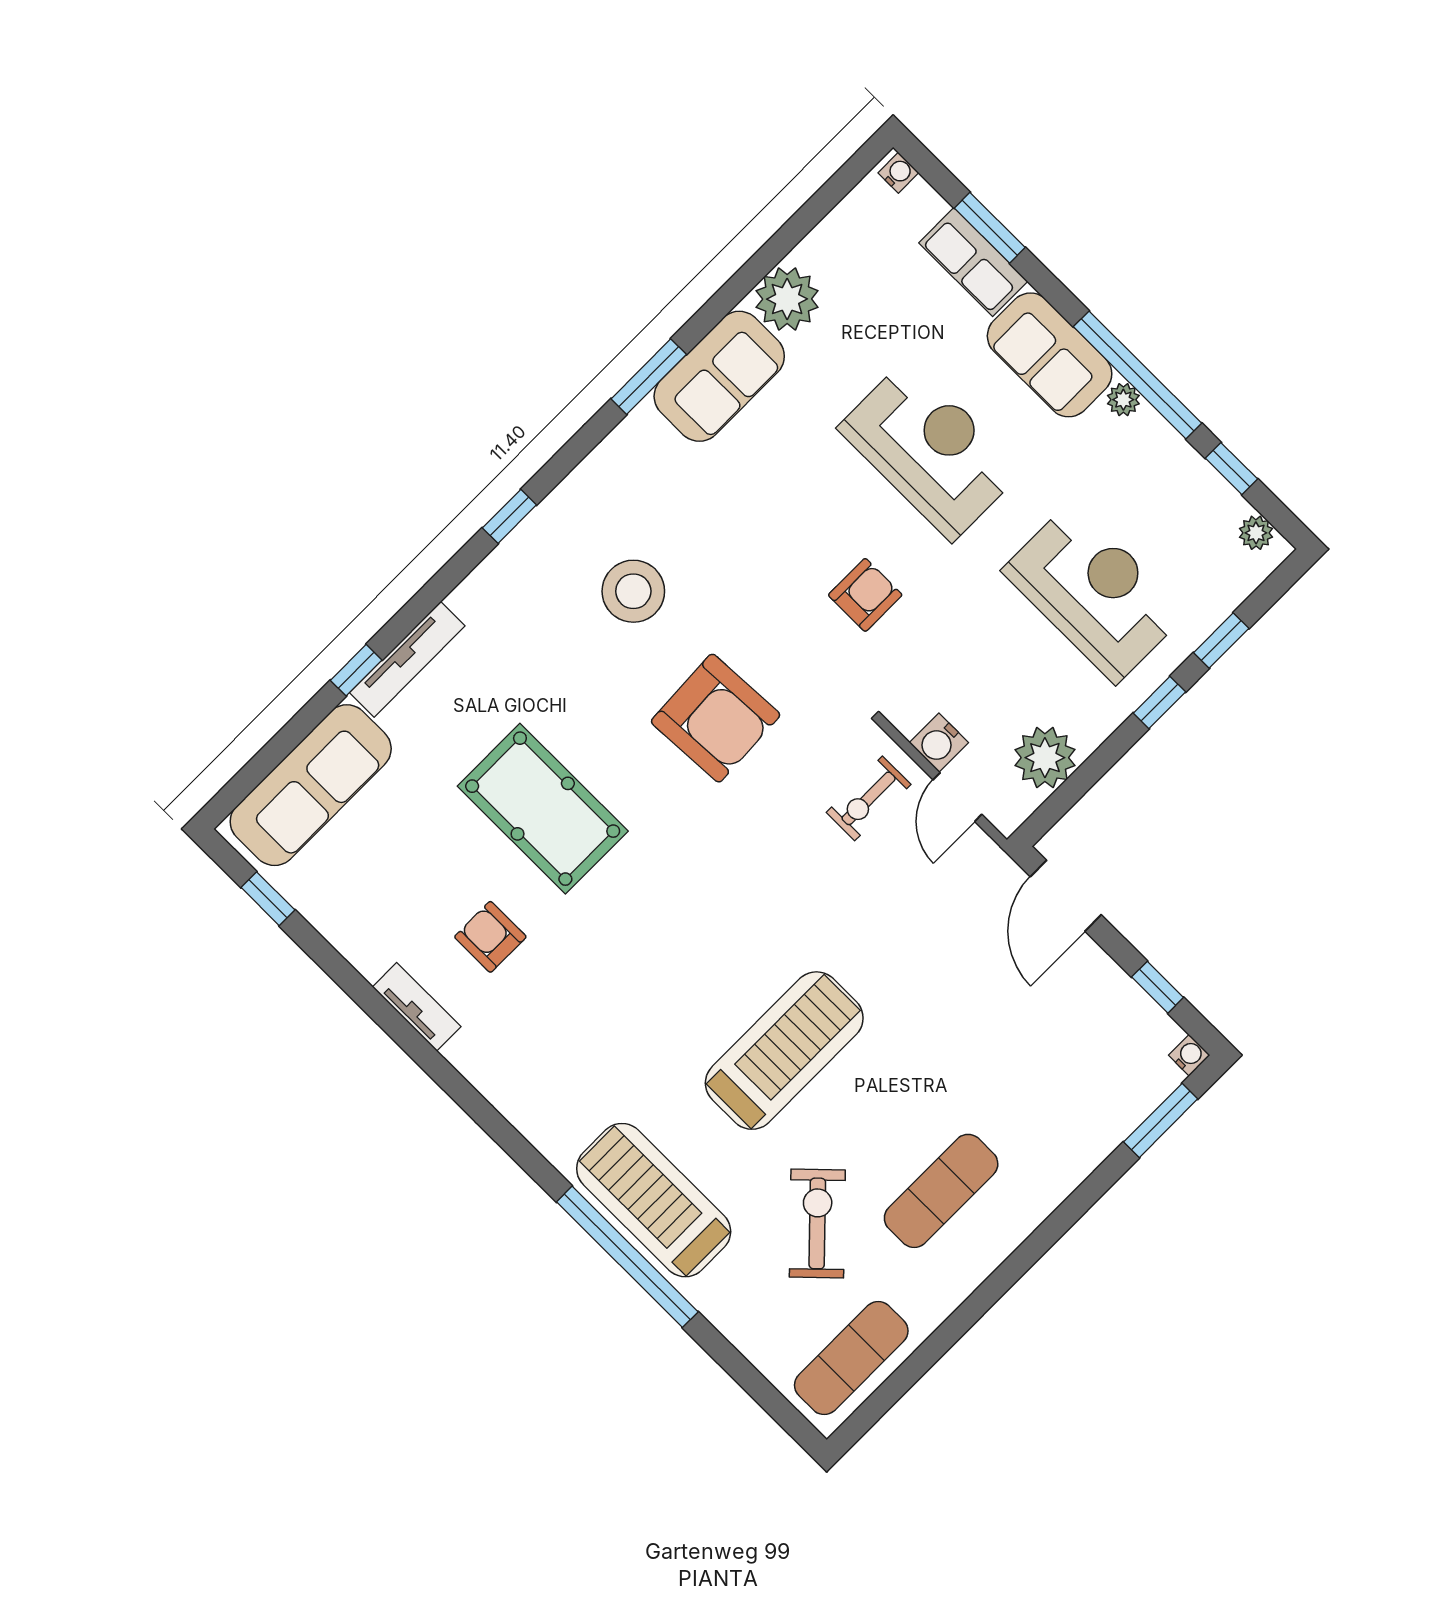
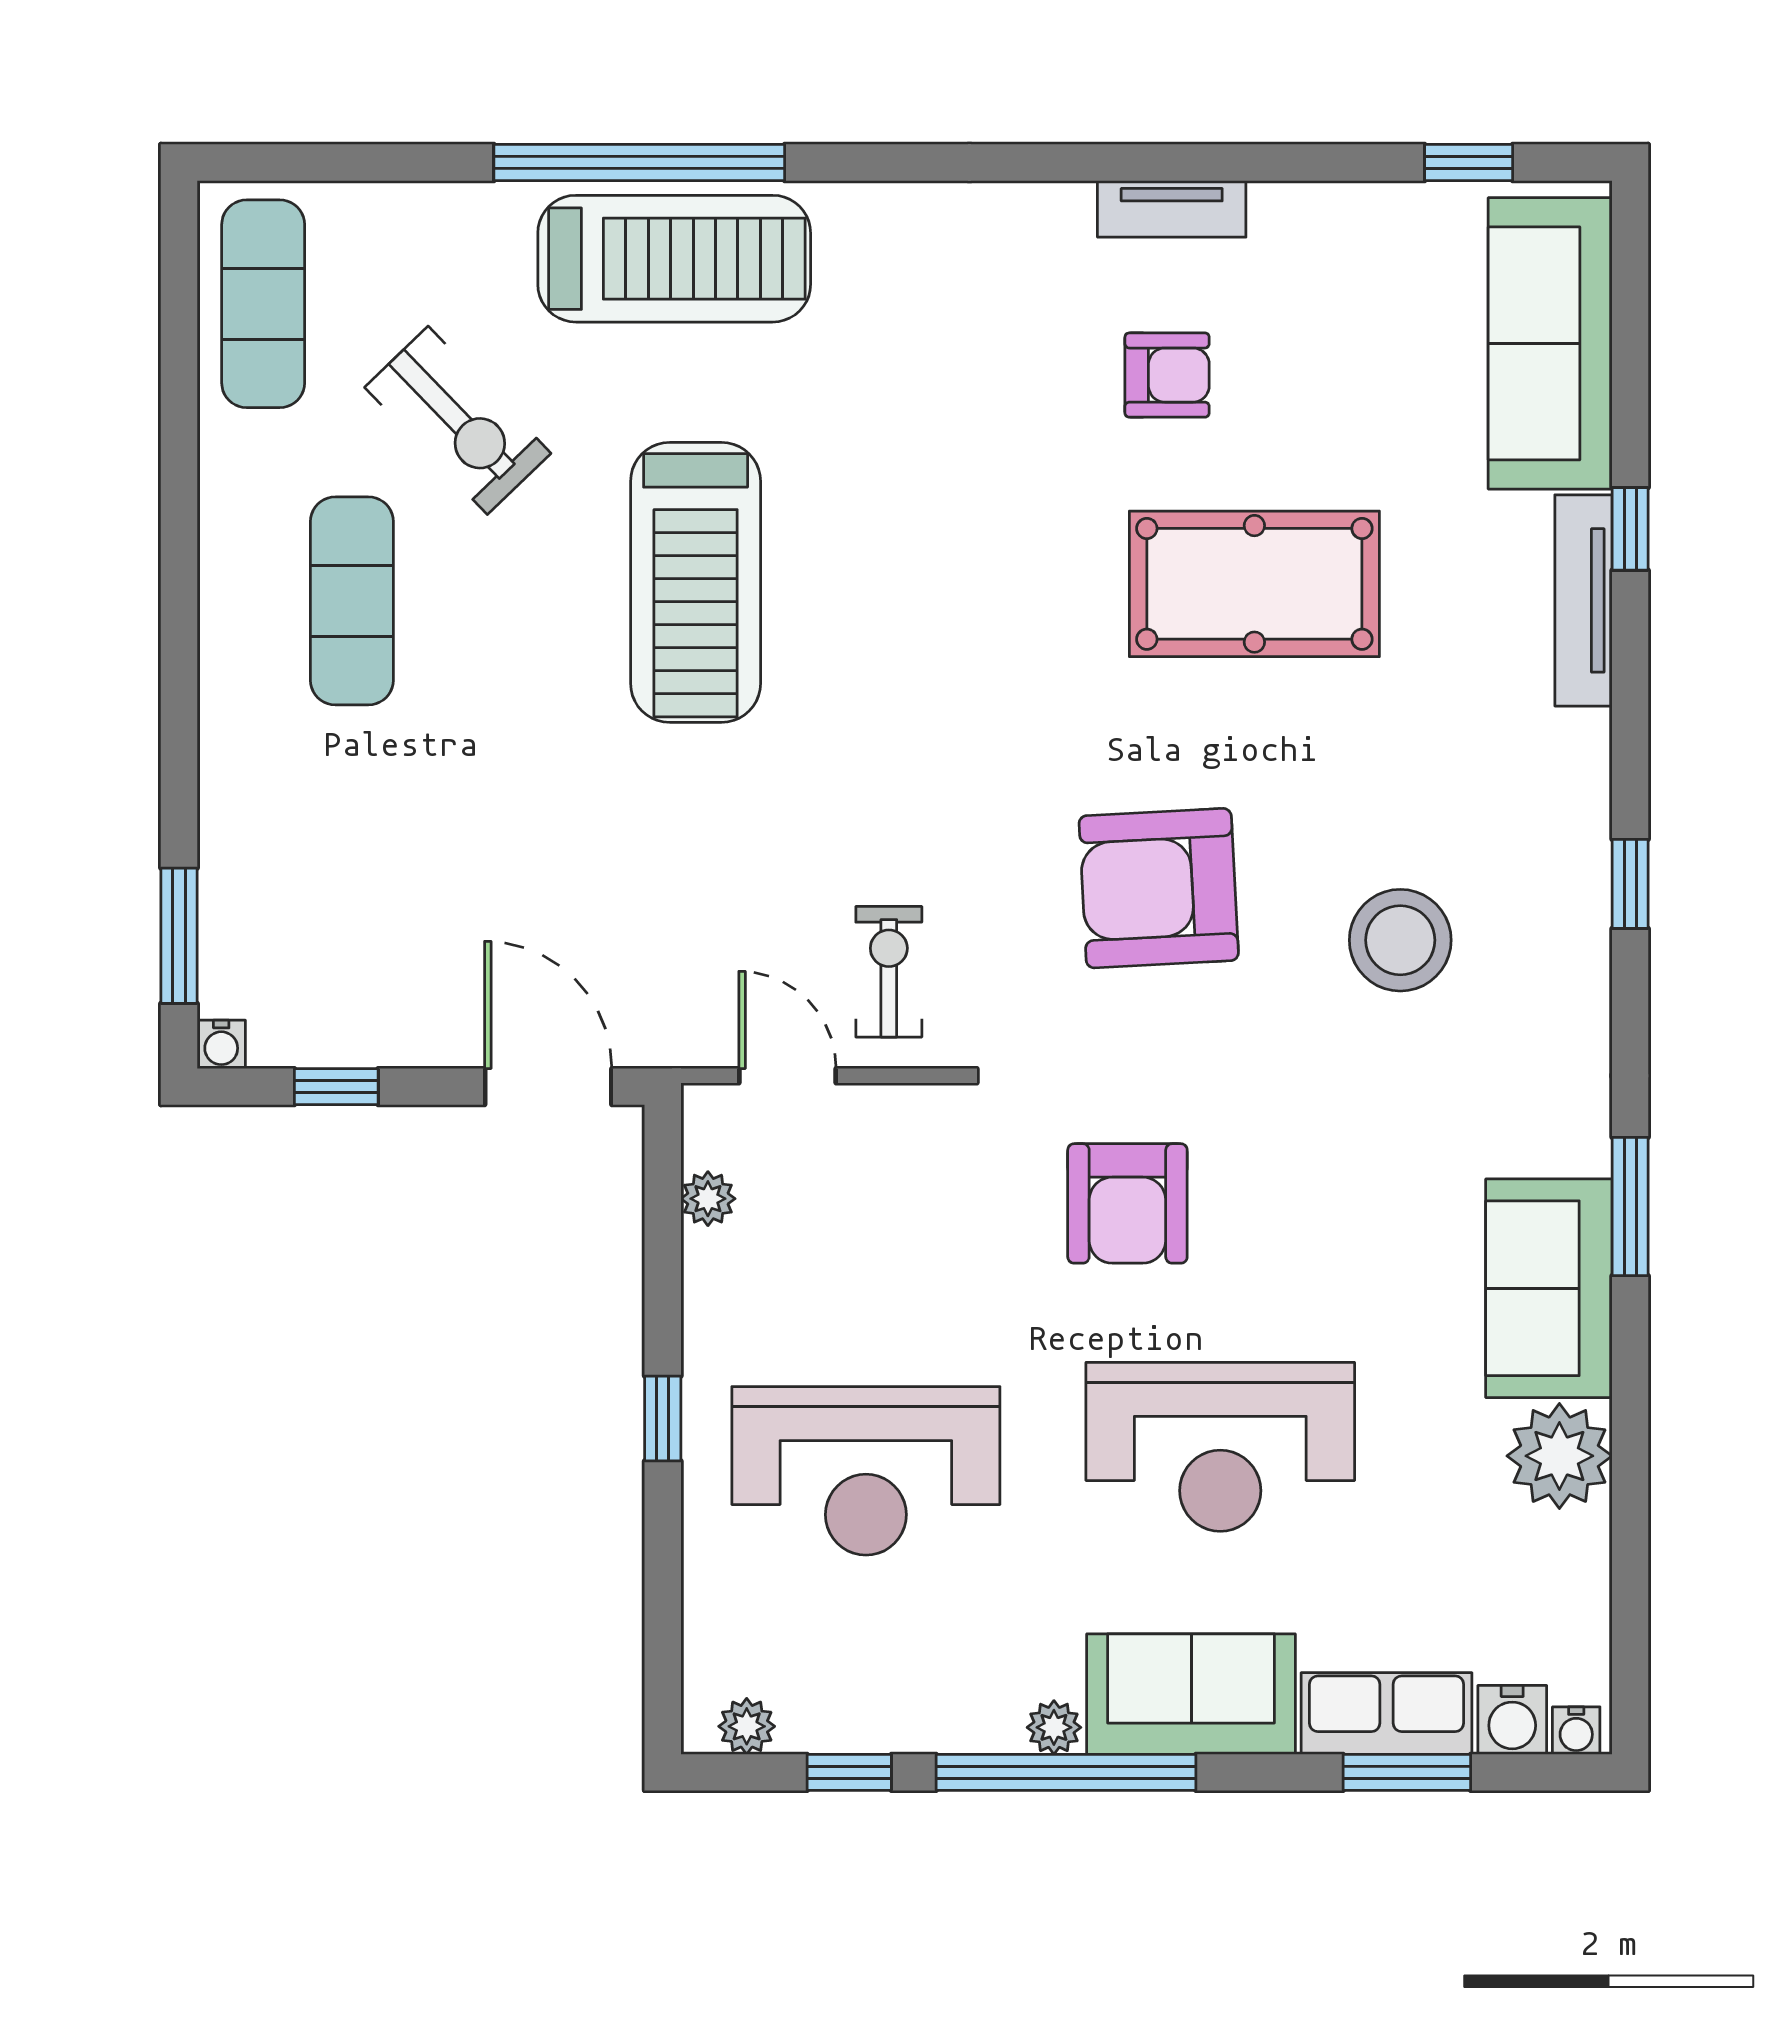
armchair: (865, 595) -> (1127, 1203), width x1.38, depth x1.38
window: (1221, 641) -> (663, 1561), removed
water cooler: (939, 743) -> (1512, 1720), moved, turned 180
plant: (1045, 758) -> (708, 1199), width x0.53, depth x0.53

